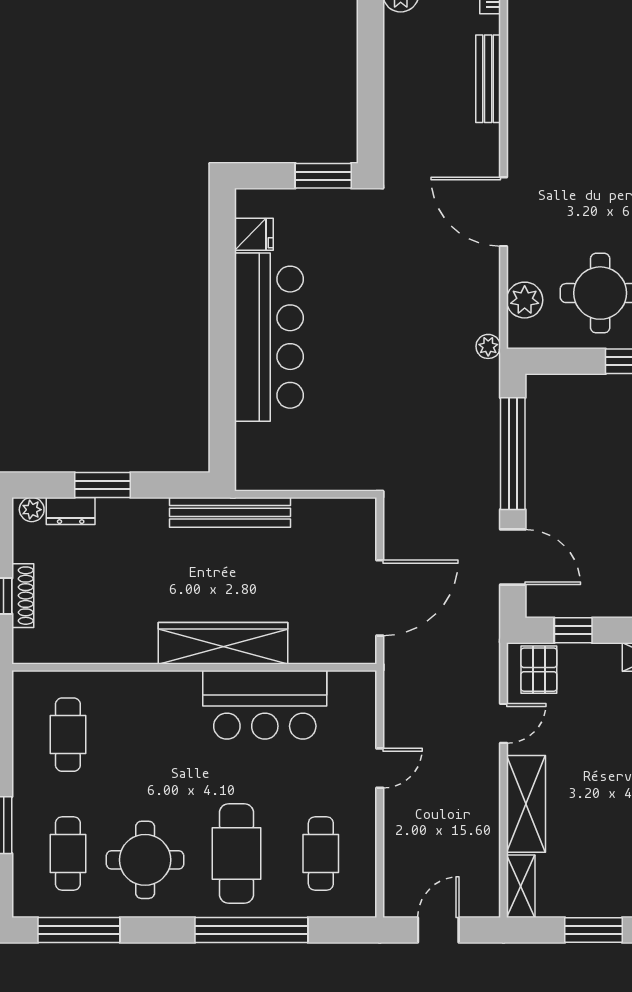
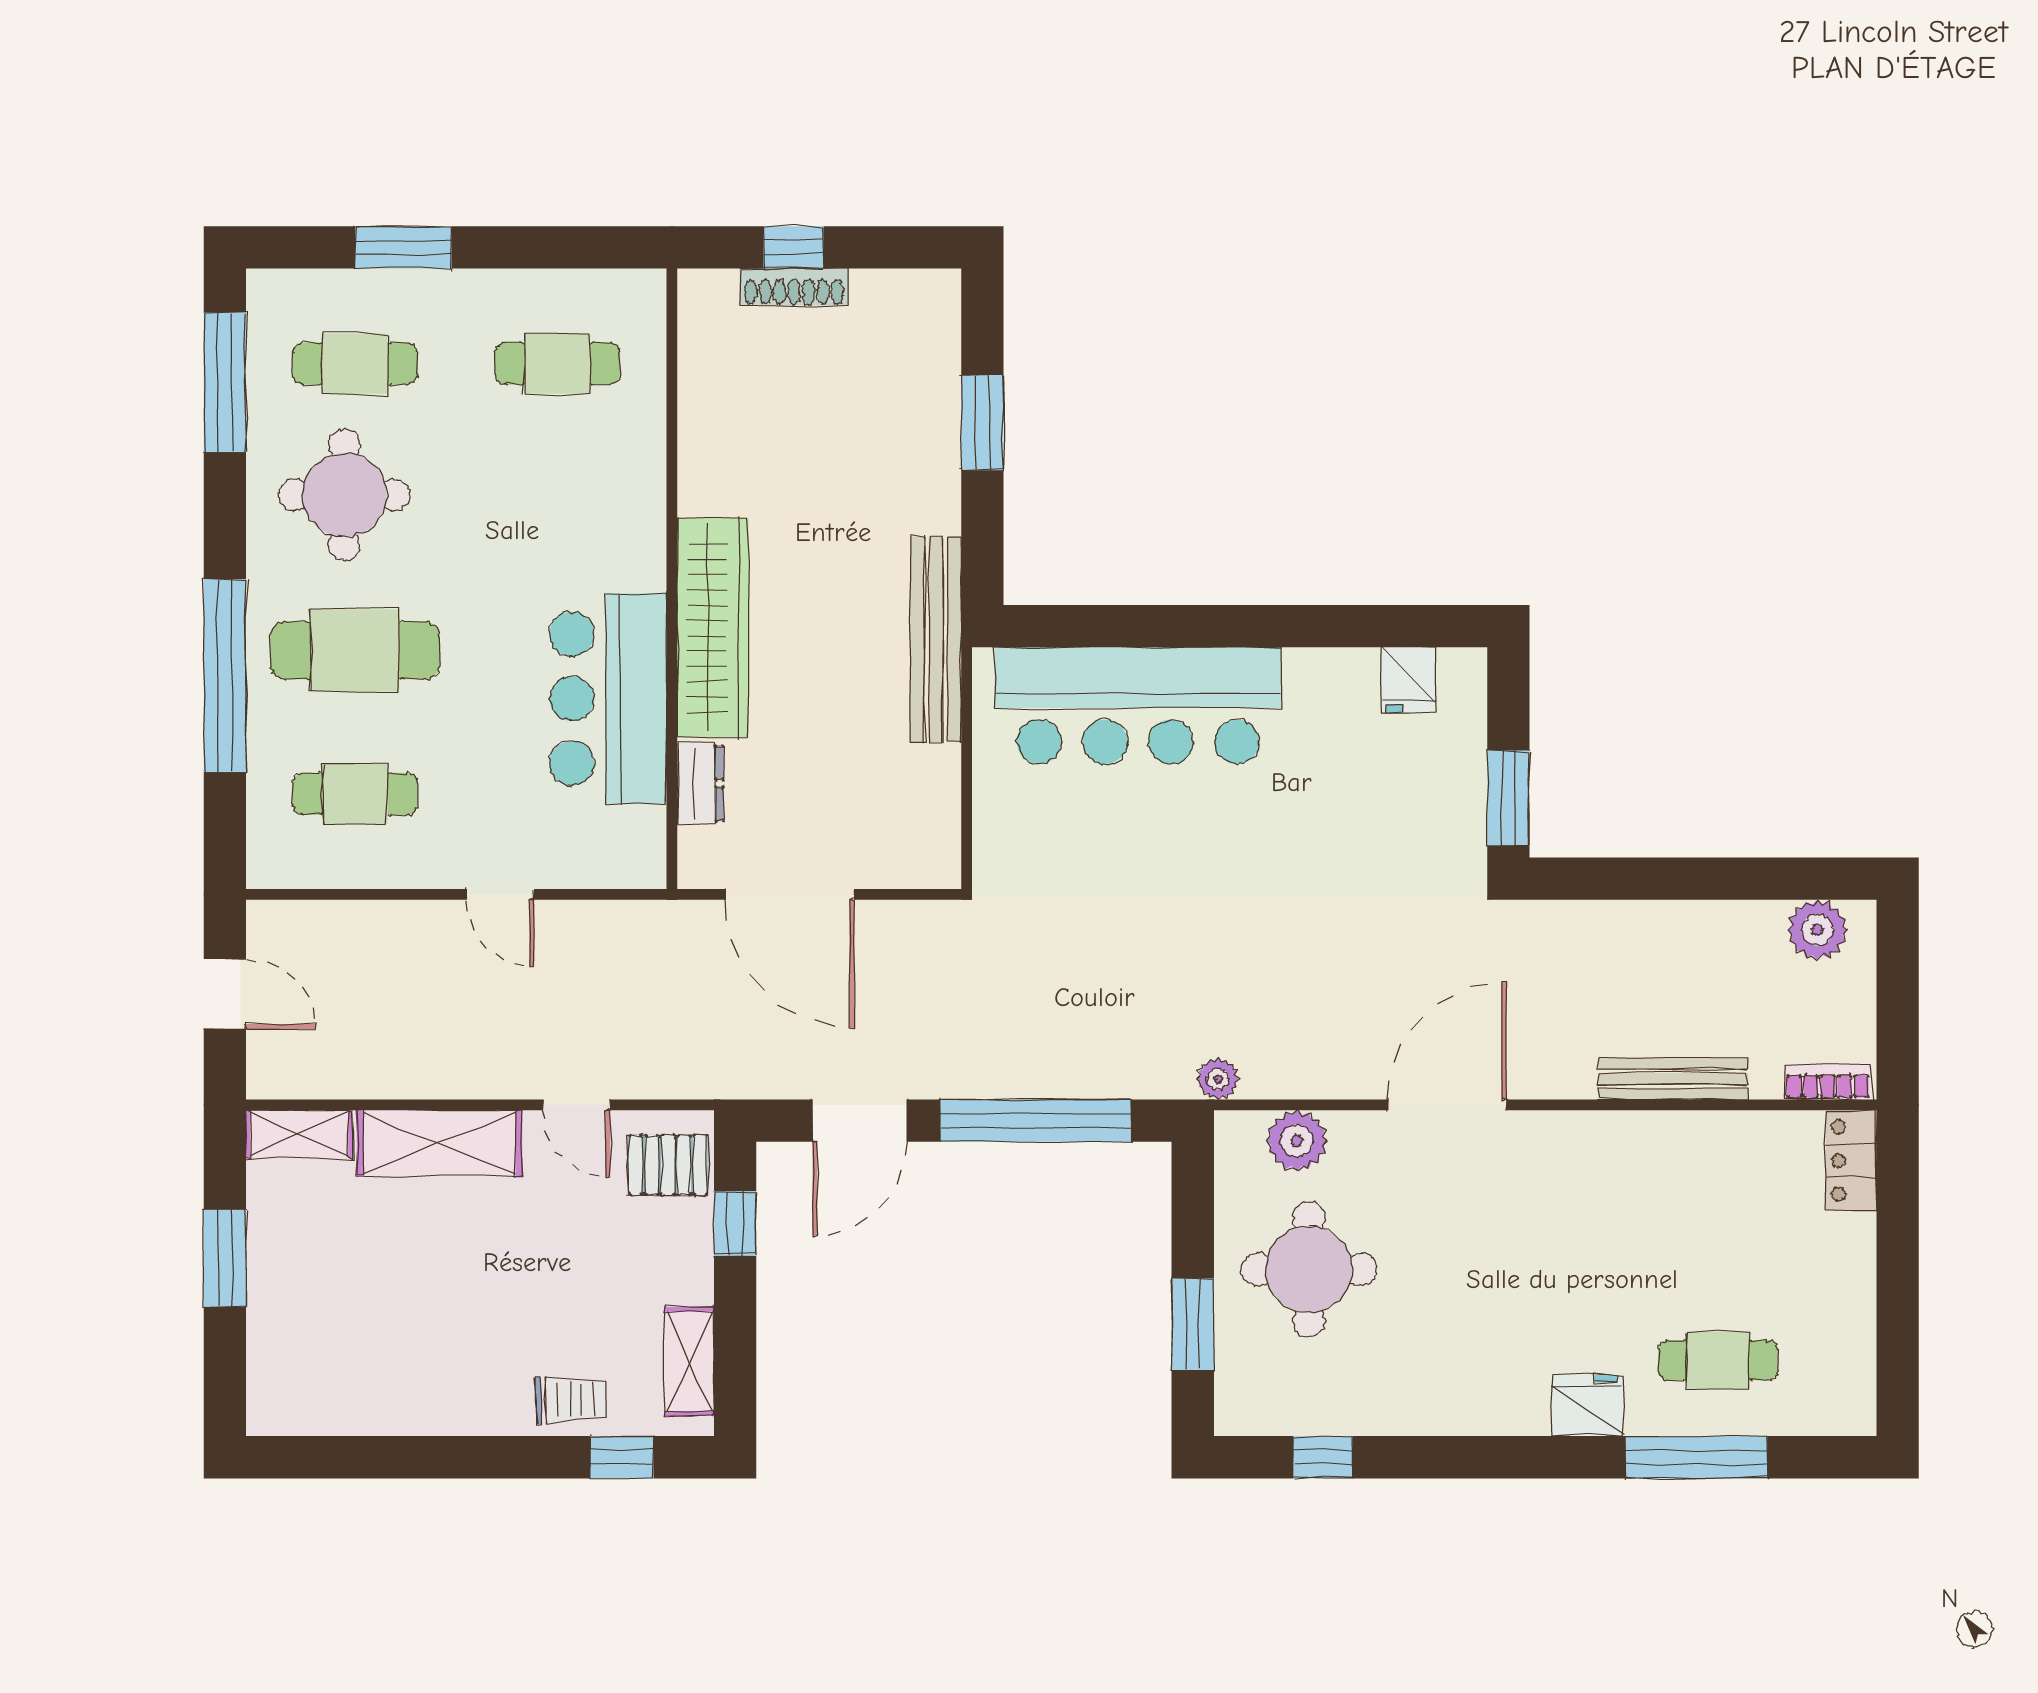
bar counter: (269, 337) -> (1138, 706), moved
plant: (32, 510) -> (940, 302), removed
dresser: (71, 511) -> (700, 783), moved, turned 180

